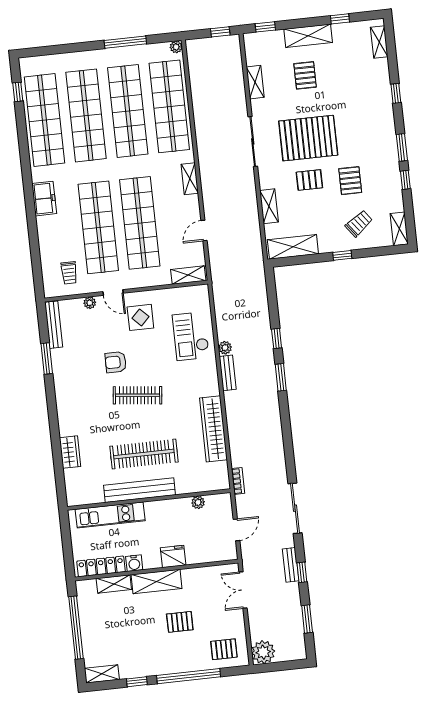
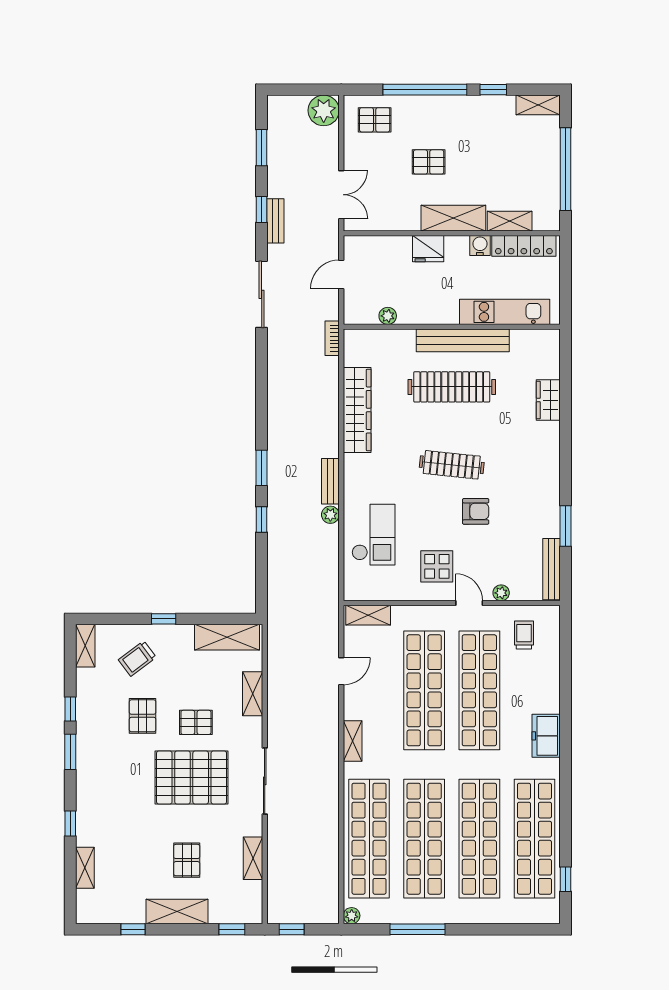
shelving: (379, 42) -> (85, 868), moved

